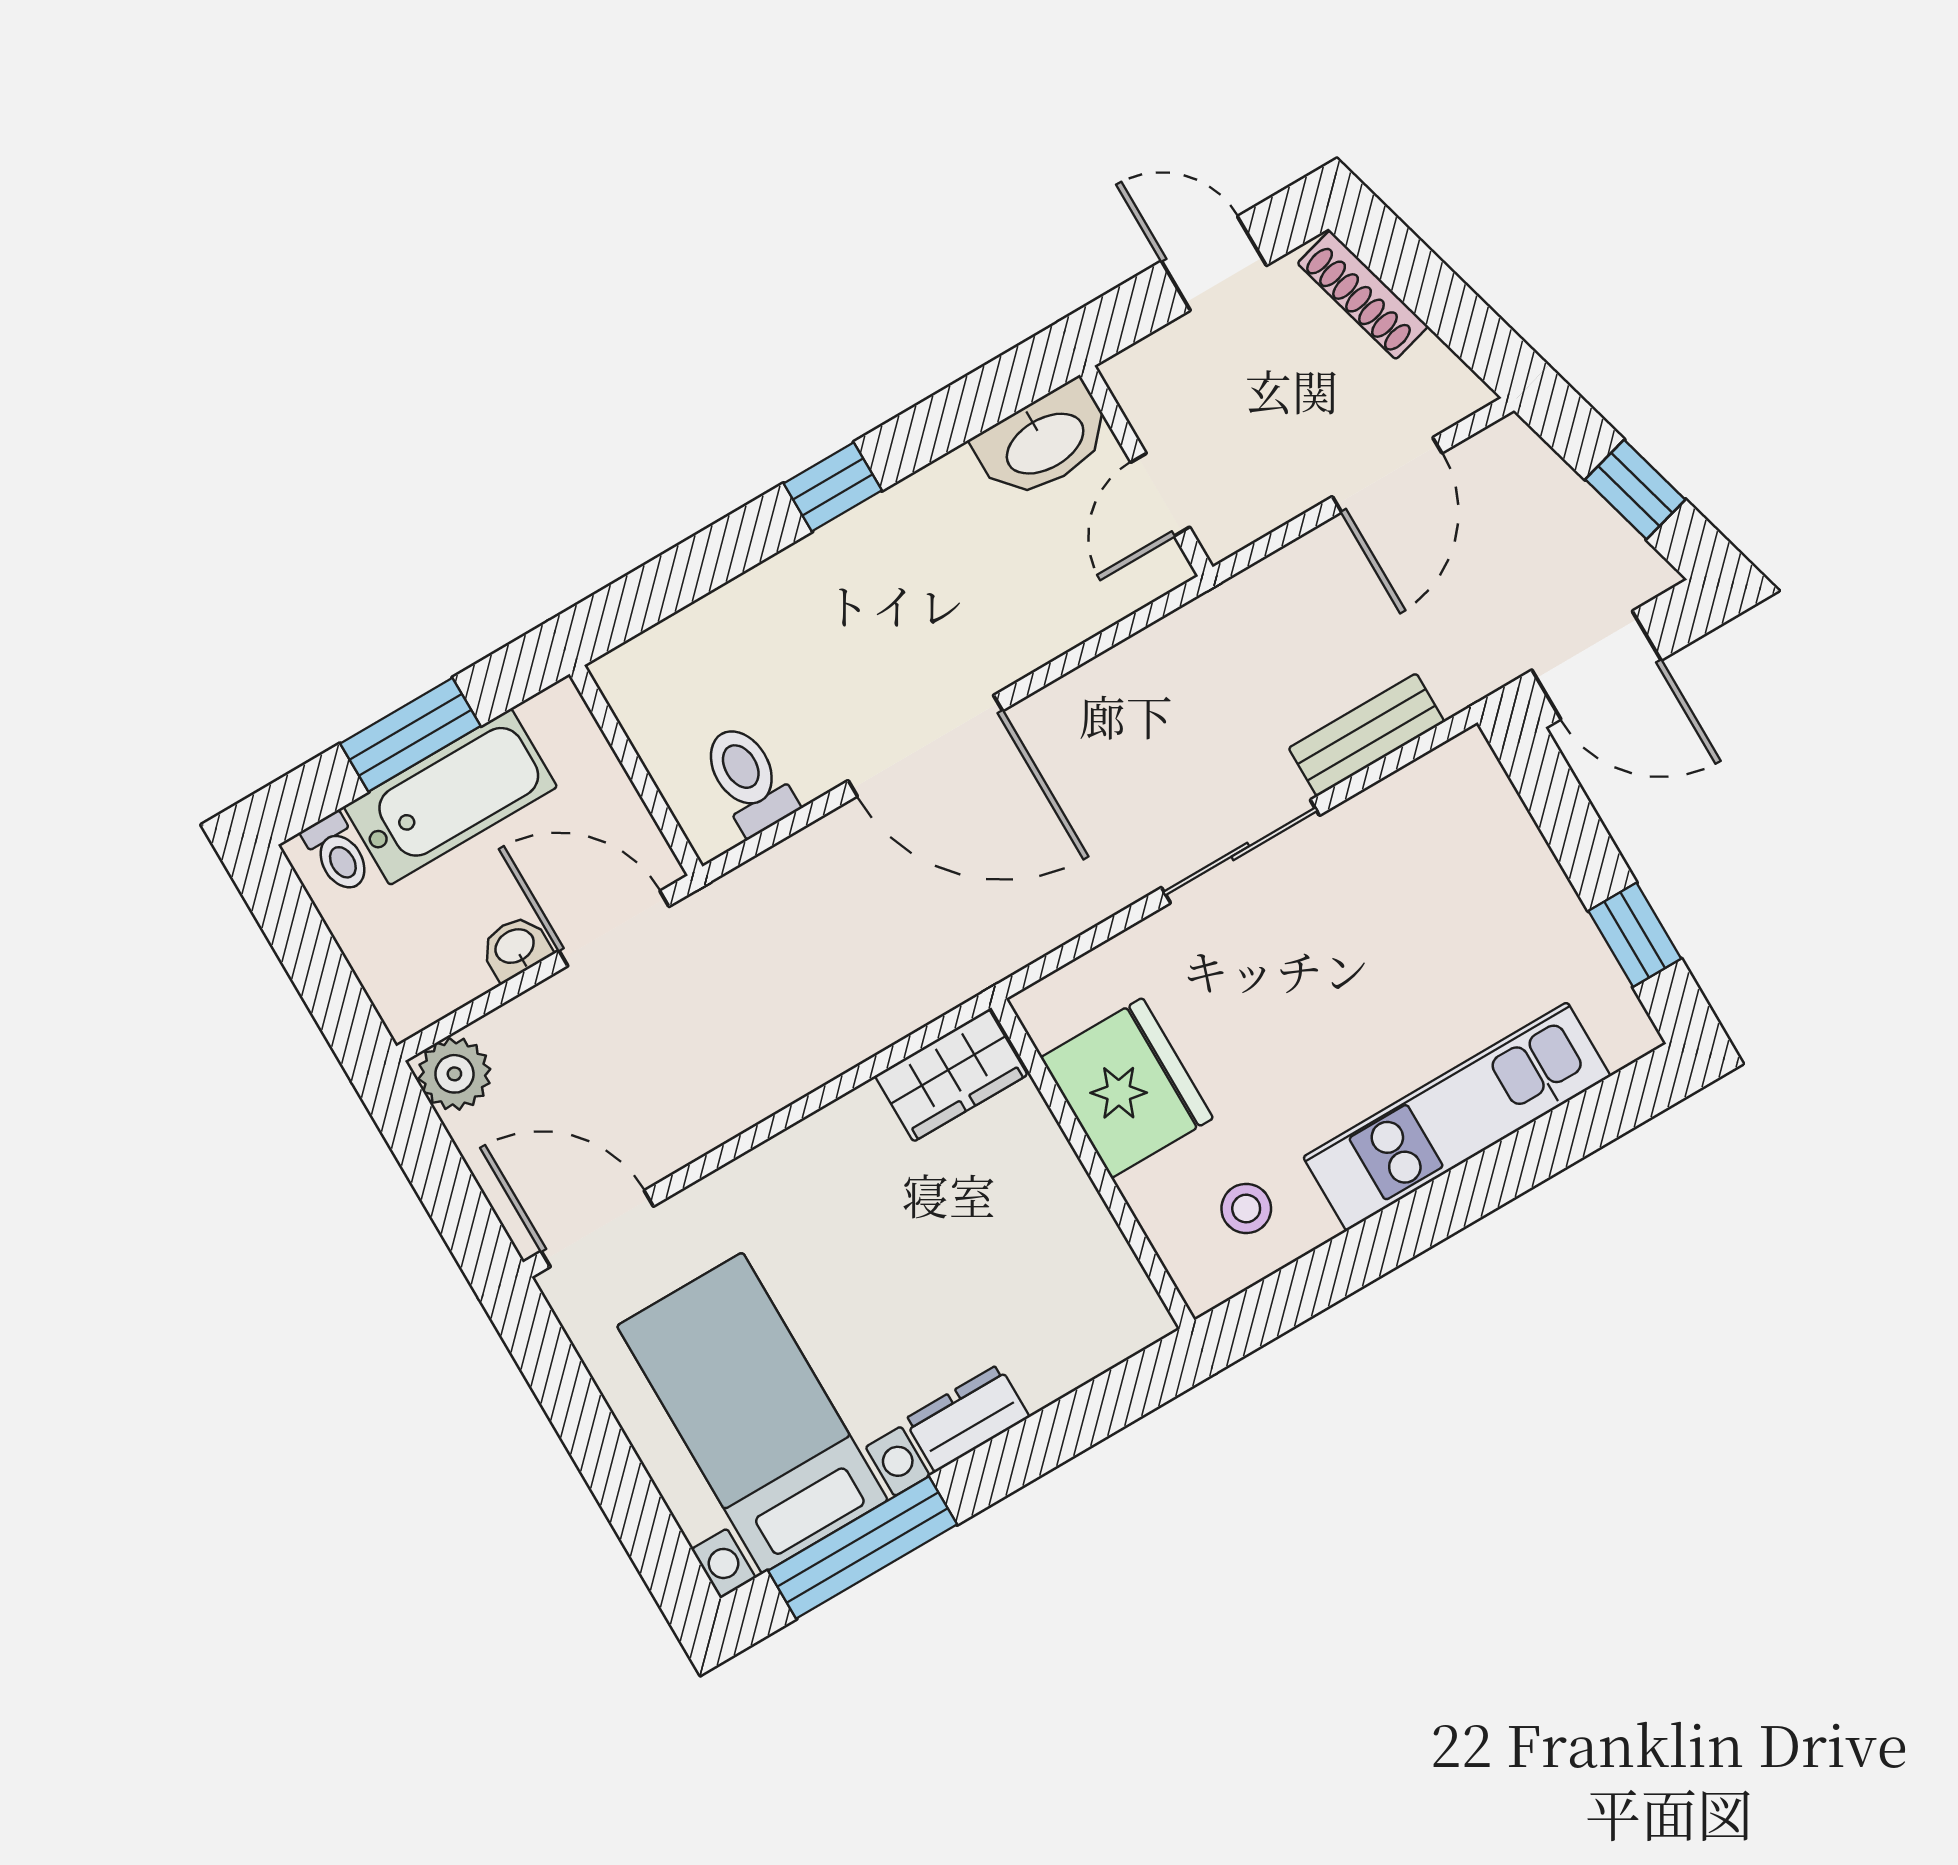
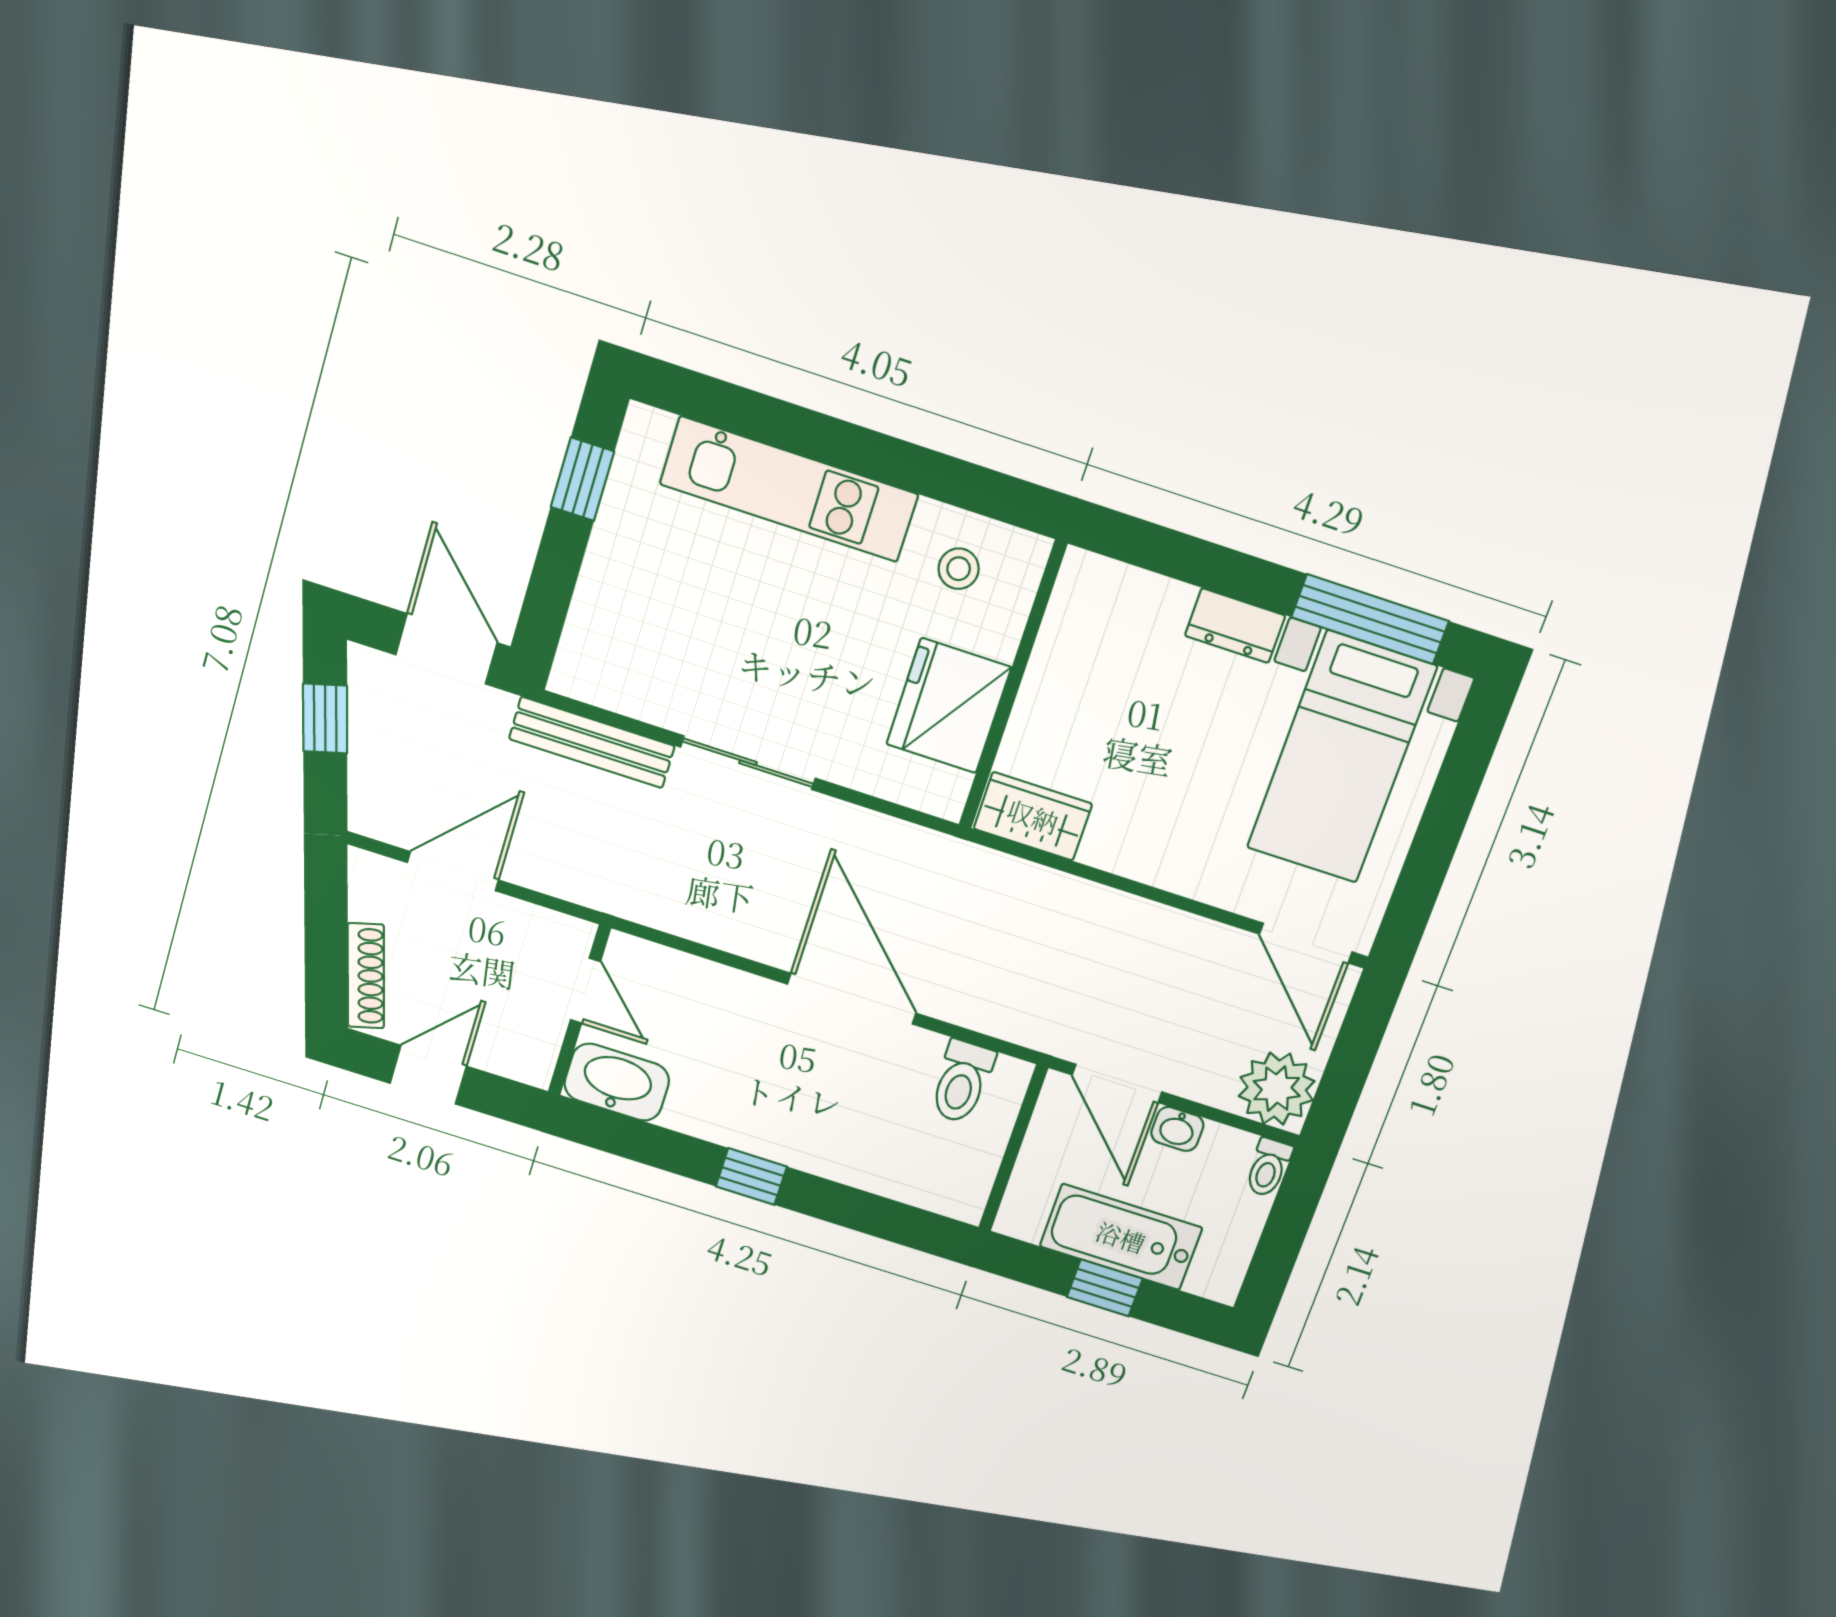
door: (1214, 263) -> (428, 1075), swing flipped
door: (1160, 495) -> (585, 991), hinge flipped
window: (410, 735) -> (1105, 1288), width x0.67
bench: (1367, 735) -> (592, 742), width x1.36
toilet: (338, 853) -> (1268, 1168), moved, turned 180
plant: (454, 1074) -> (1277, 1089), width x1.36, depth x1.36

